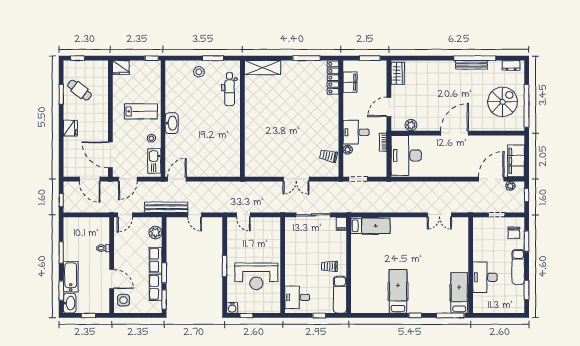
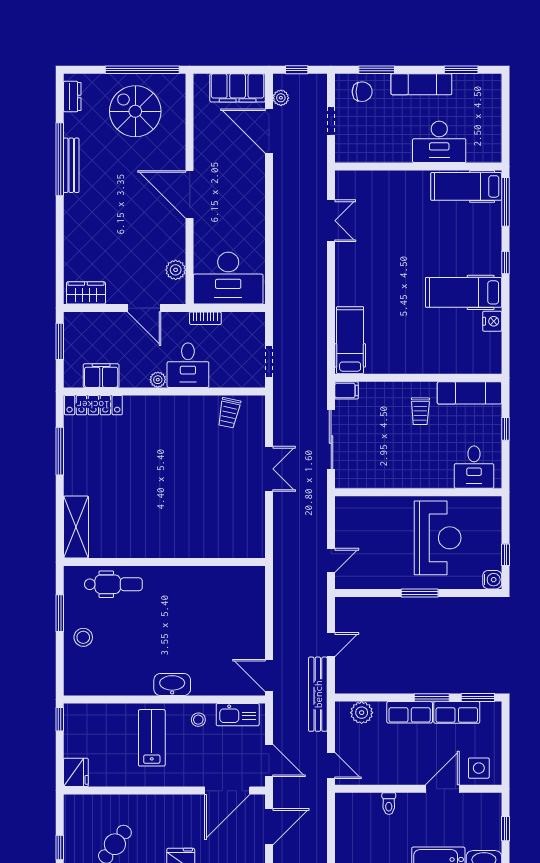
plant: (348, 150) -> (158, 380), moved
nightstand: (381, 308) -> (492, 321), added

